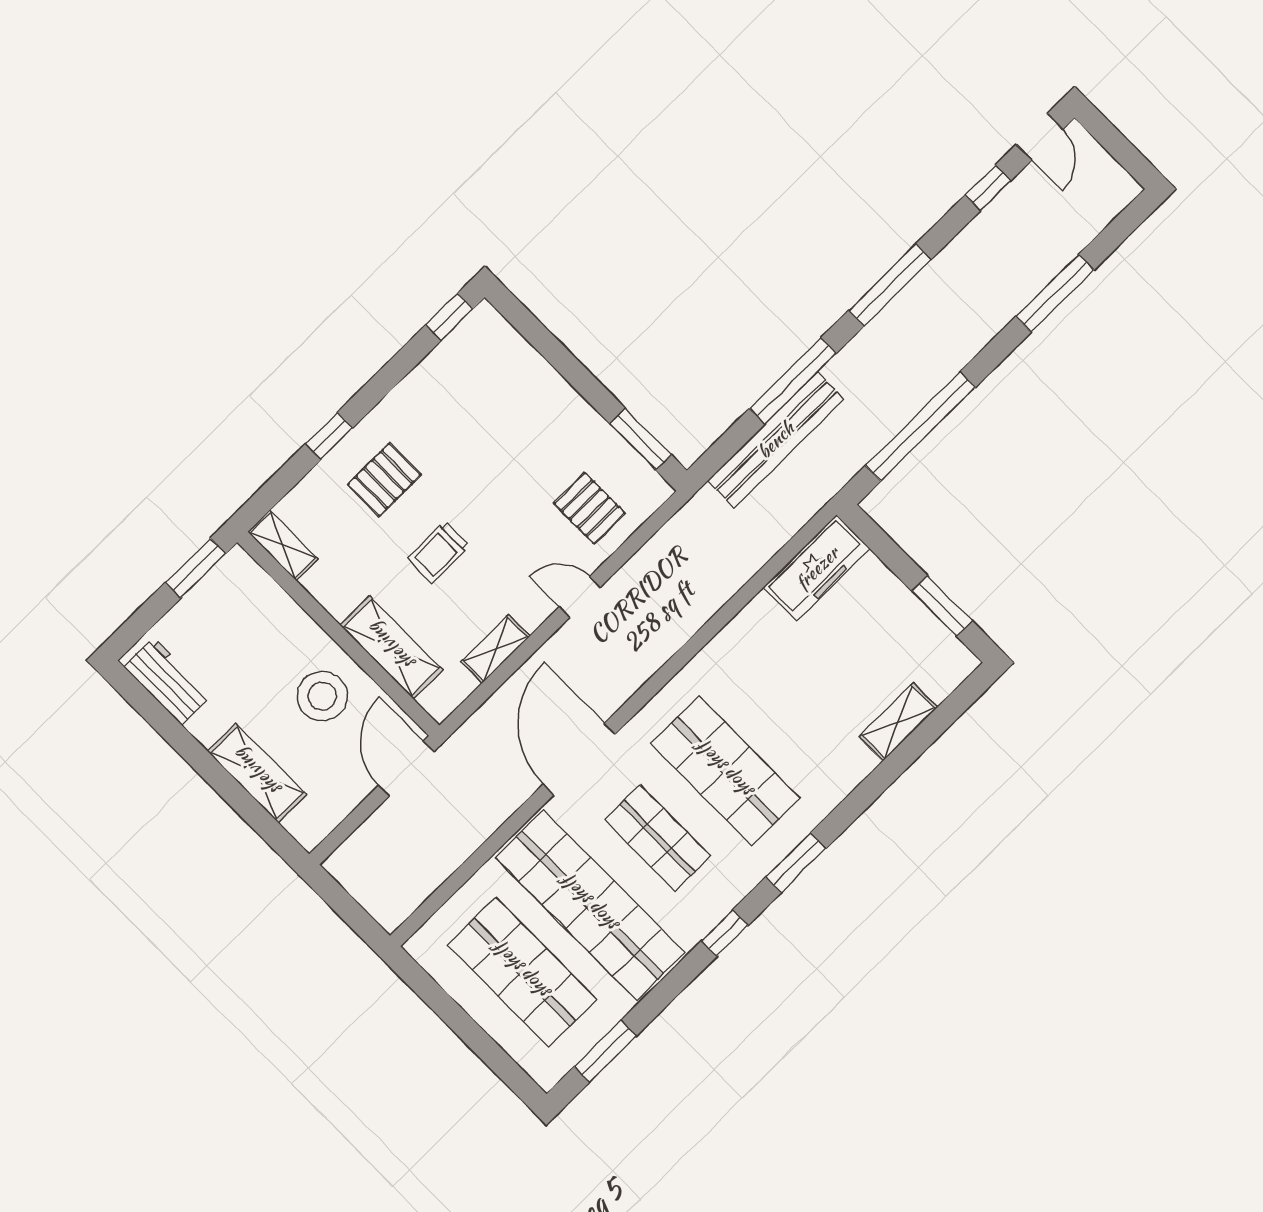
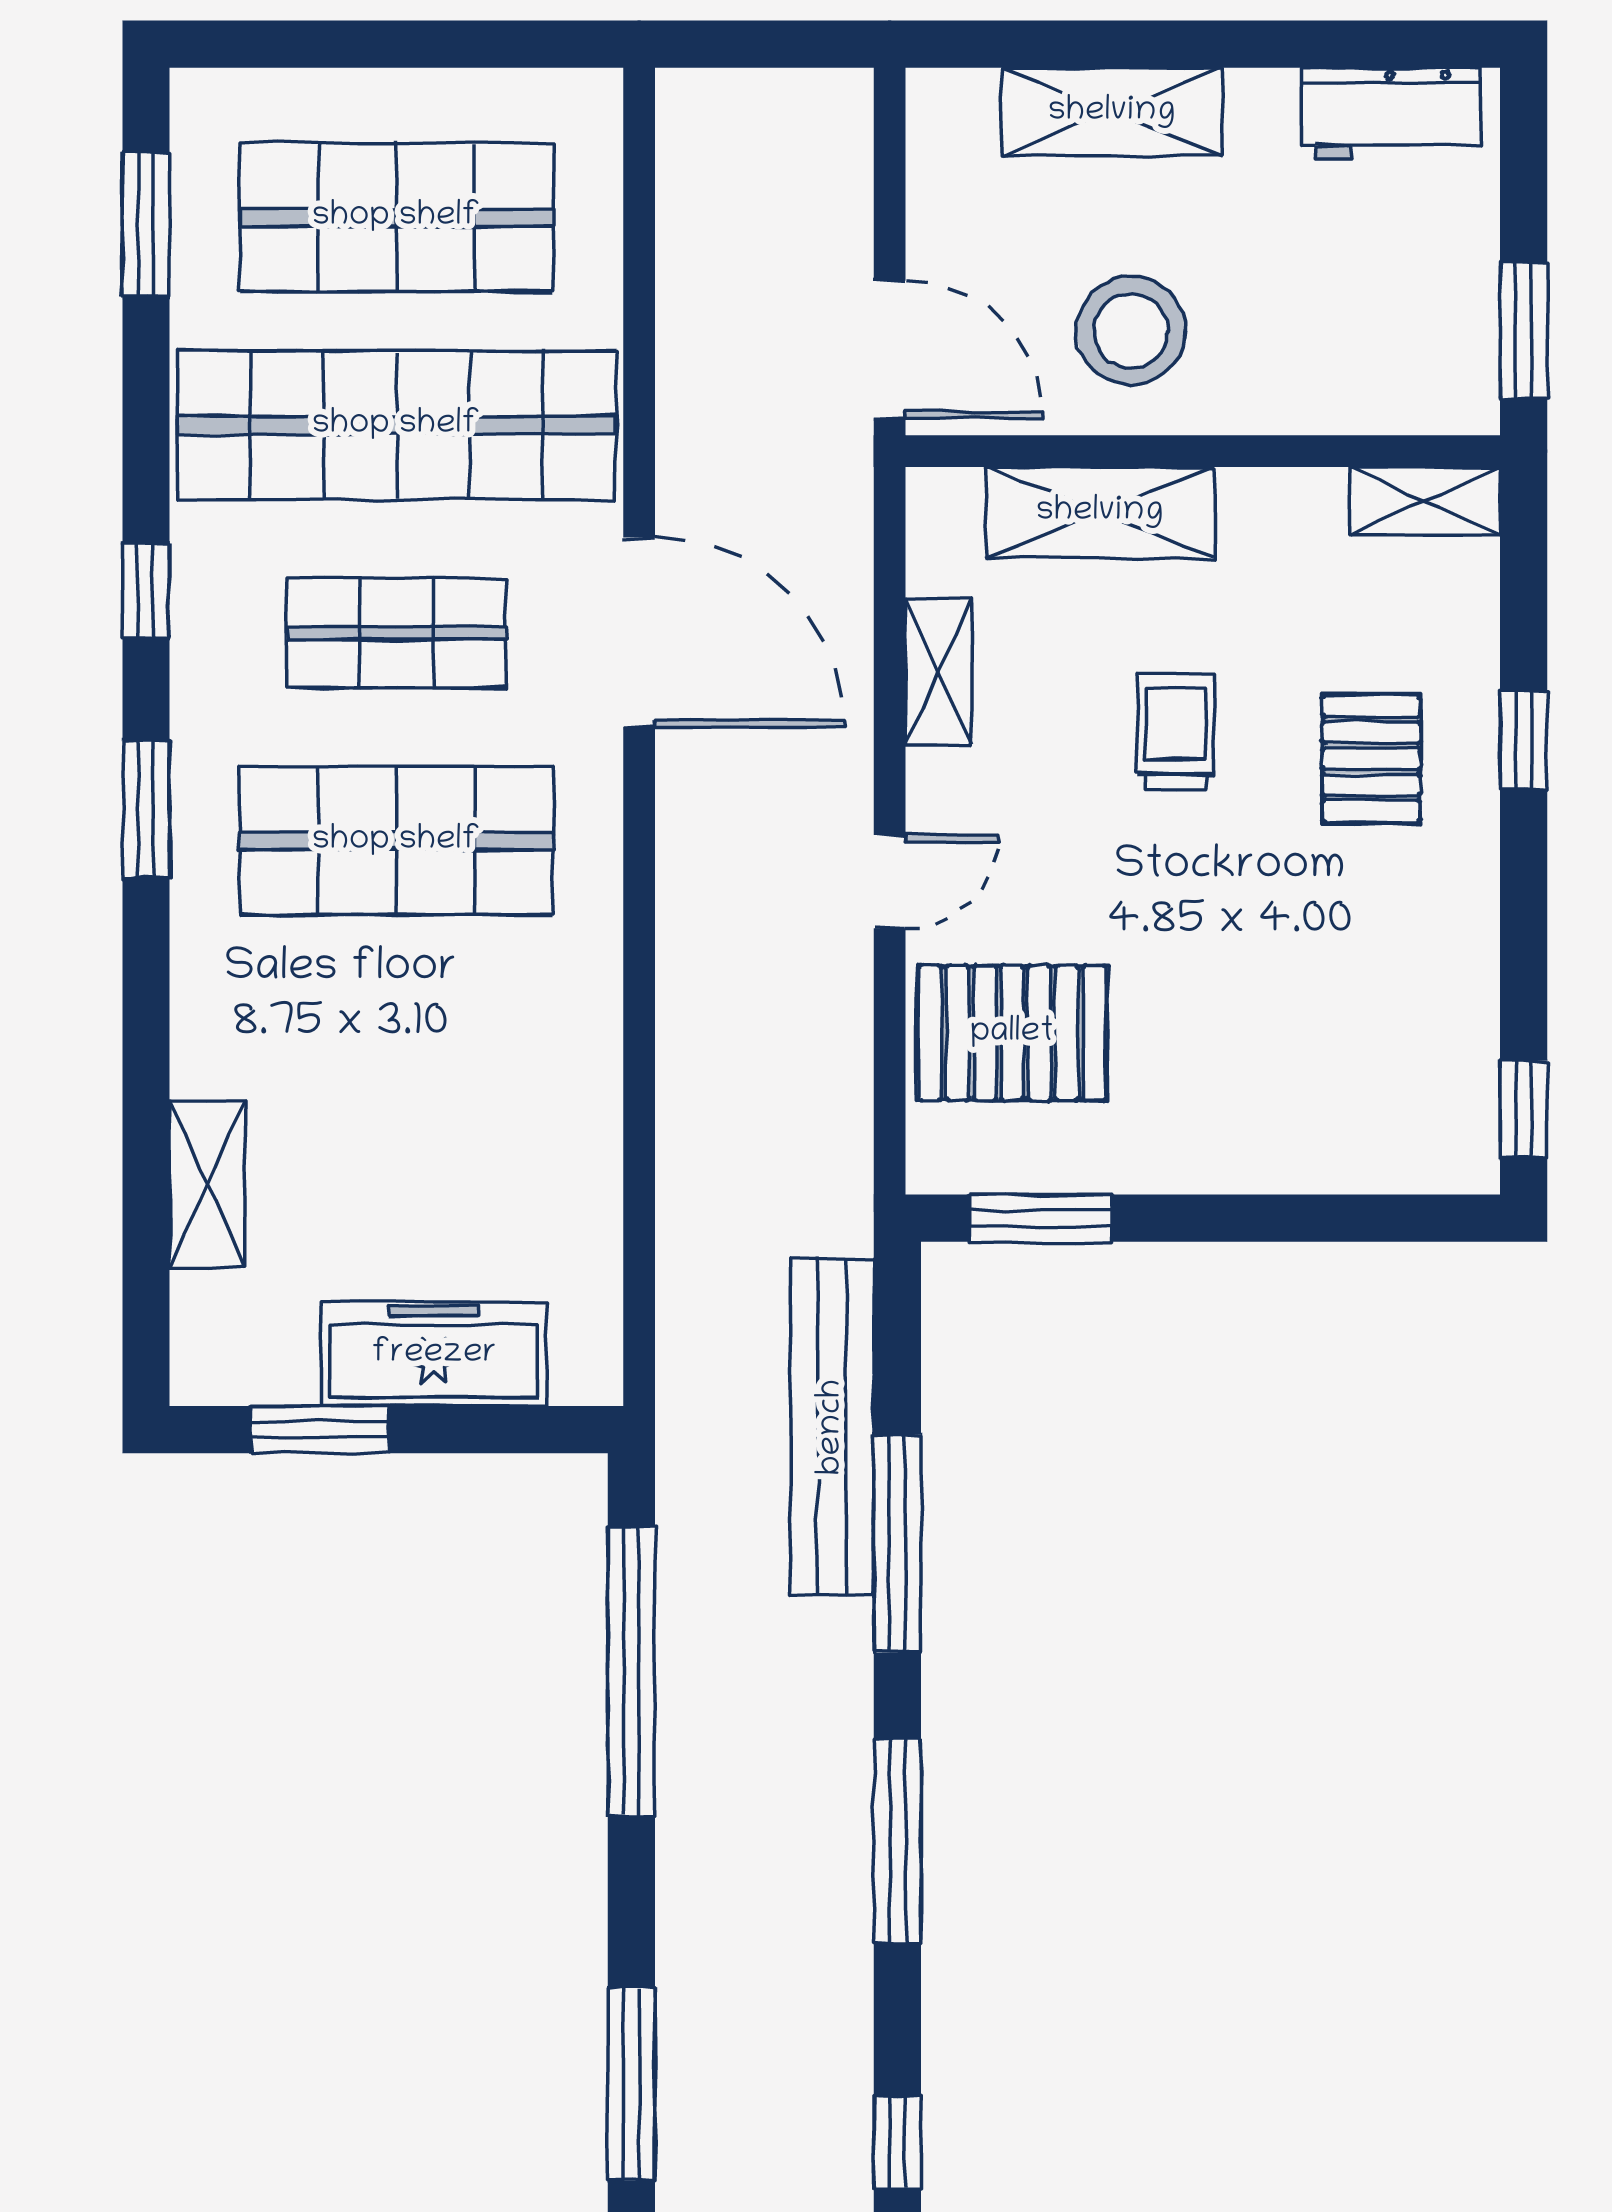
pallet: (589, 508) -> (1012, 1033), width x1.50, depth x1.42
freezer: (817, 568) -> (434, 1354), moved, turned 90

